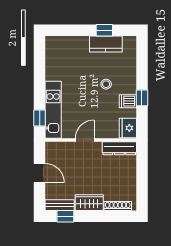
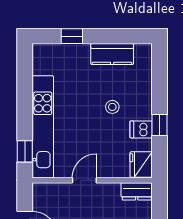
window: (104, 30) -> (72, 36), moved
kitchen unit: (53, 110) -> (43, 127), width x1.36
dresser: (119, 148) -> (137, 191), width x0.70

